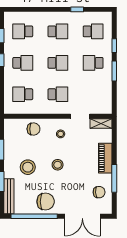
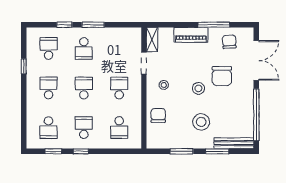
chair: (46, 202) -> (222, 76), moved, turned 180

